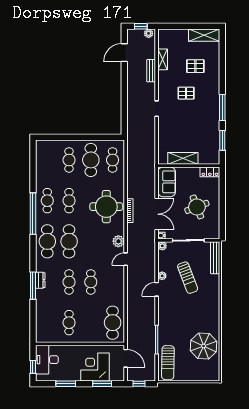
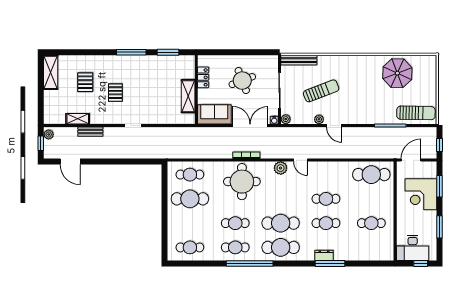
cafe table: (69, 160) -> (190, 247), moved
locker: (210, 172) -> (203, 77), moved

